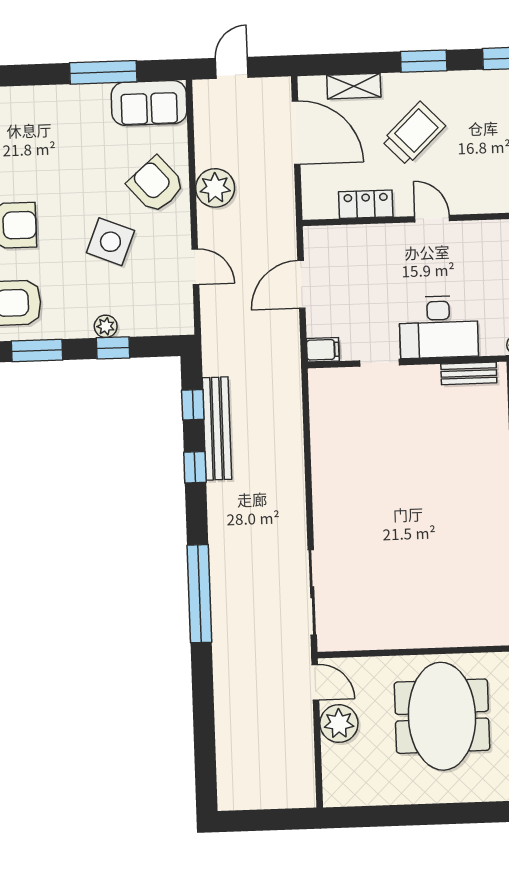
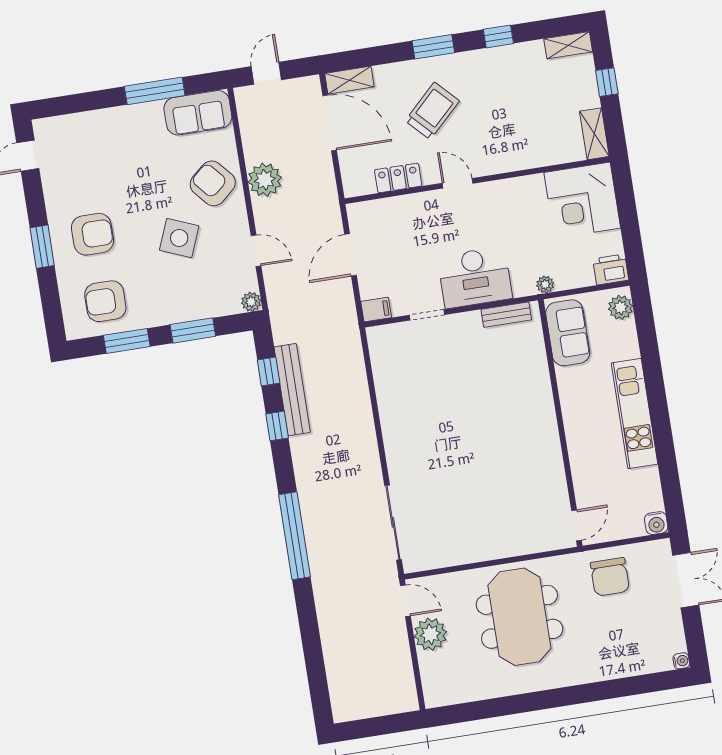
shelving: (354, 86) -> (349, 80), moved
plant: (106, 326) -> (251, 302), moved
window: (113, 348) -> (193, 330), width x1.50

